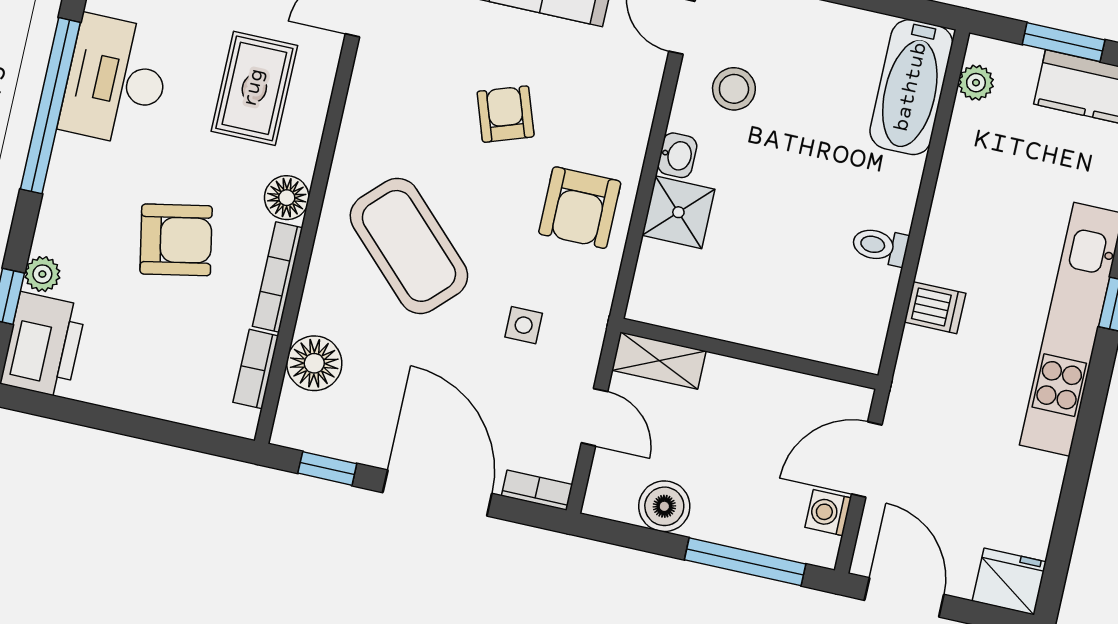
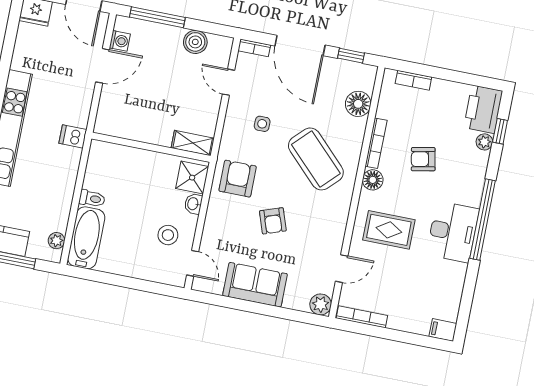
rug: (254, 88) -> (389, 230), turned 90
armchair: (176, 240) -> (423, 159), width x0.72, depth x0.72
toilet: (880, 246) -> (92, 199), moved
wall: (749, 354) -> (151, 147), moved
shelving: (659, 361) -> (193, 143), moved
bookcase: (256, 369) -> (413, 80), moved, turned 90

